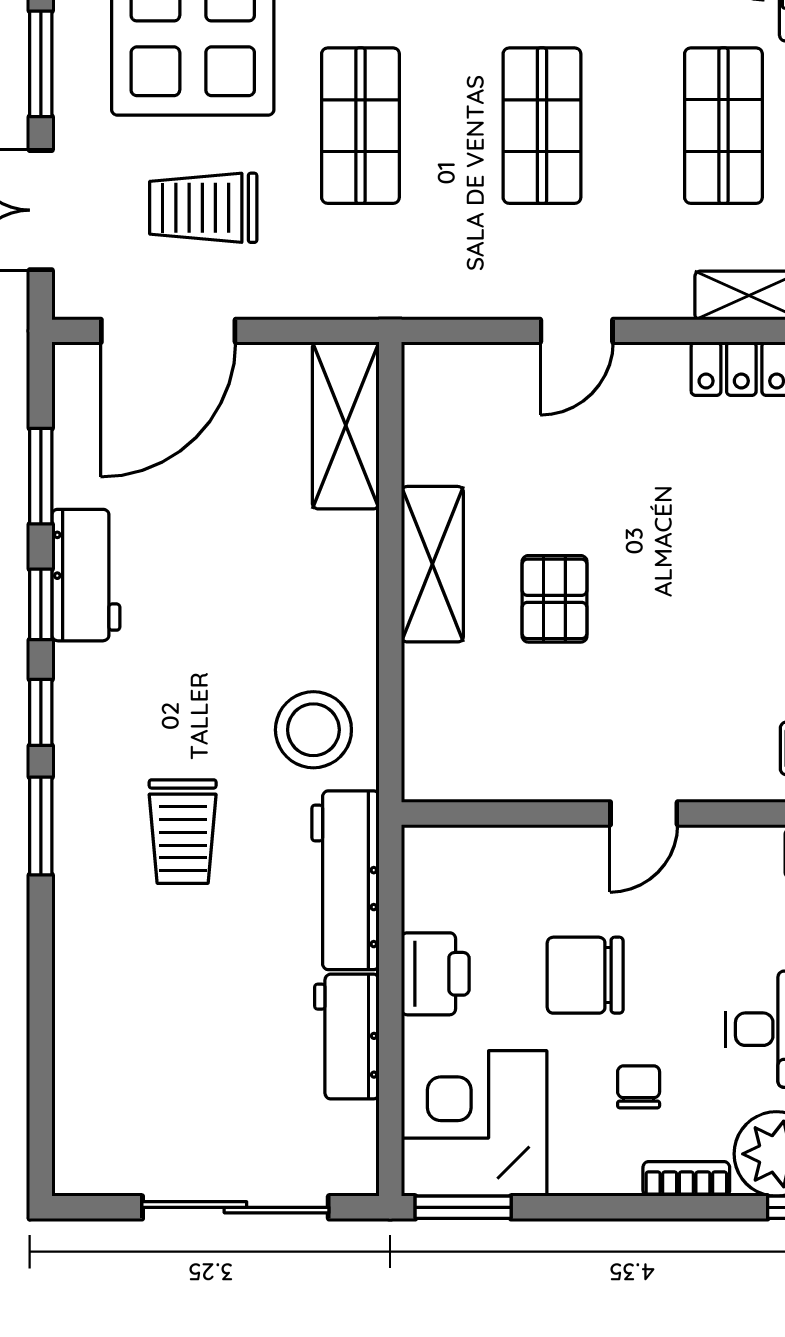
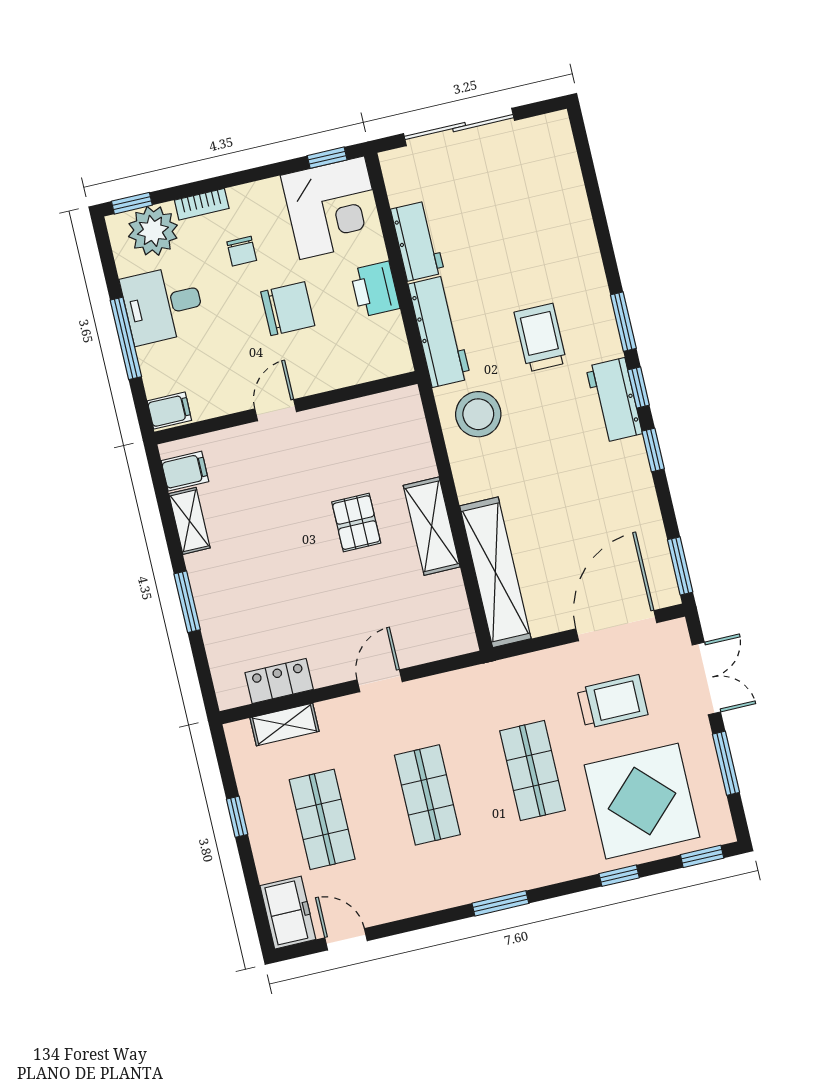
shelving: (346, 425) -> (495, 572), width x1.47
window: (41, 476) -> (680, 566), moved
workbench: (86, 575) -> (614, 400), moved
window: (463, 1207) -> (327, 158), width x0.67

